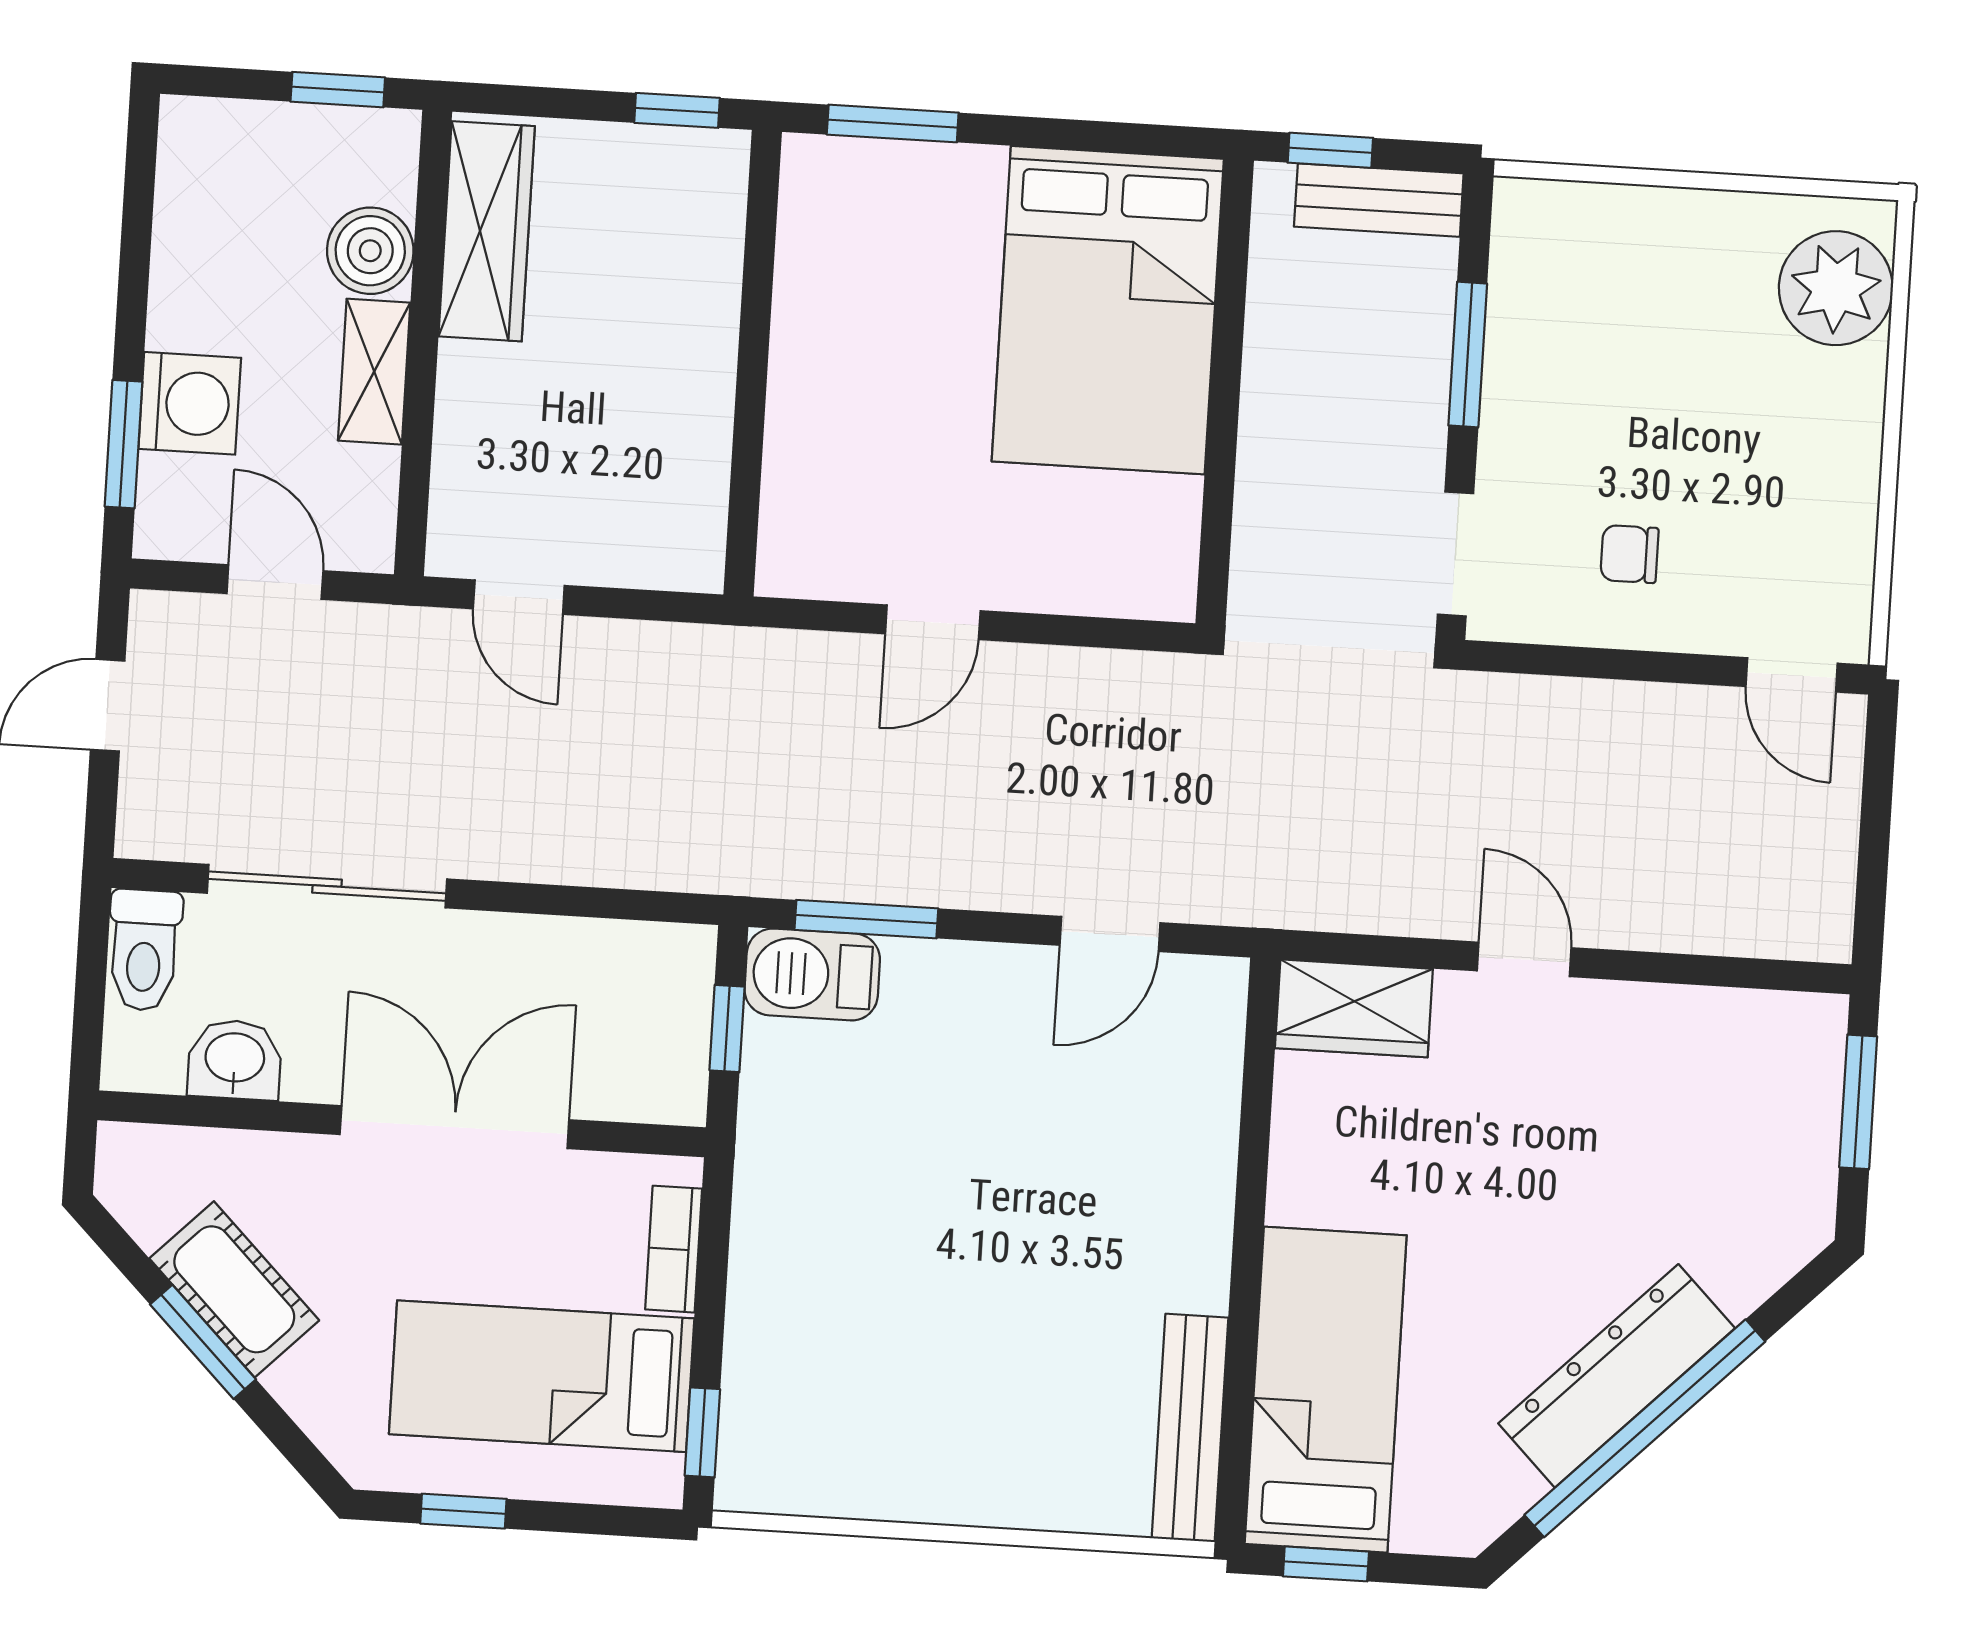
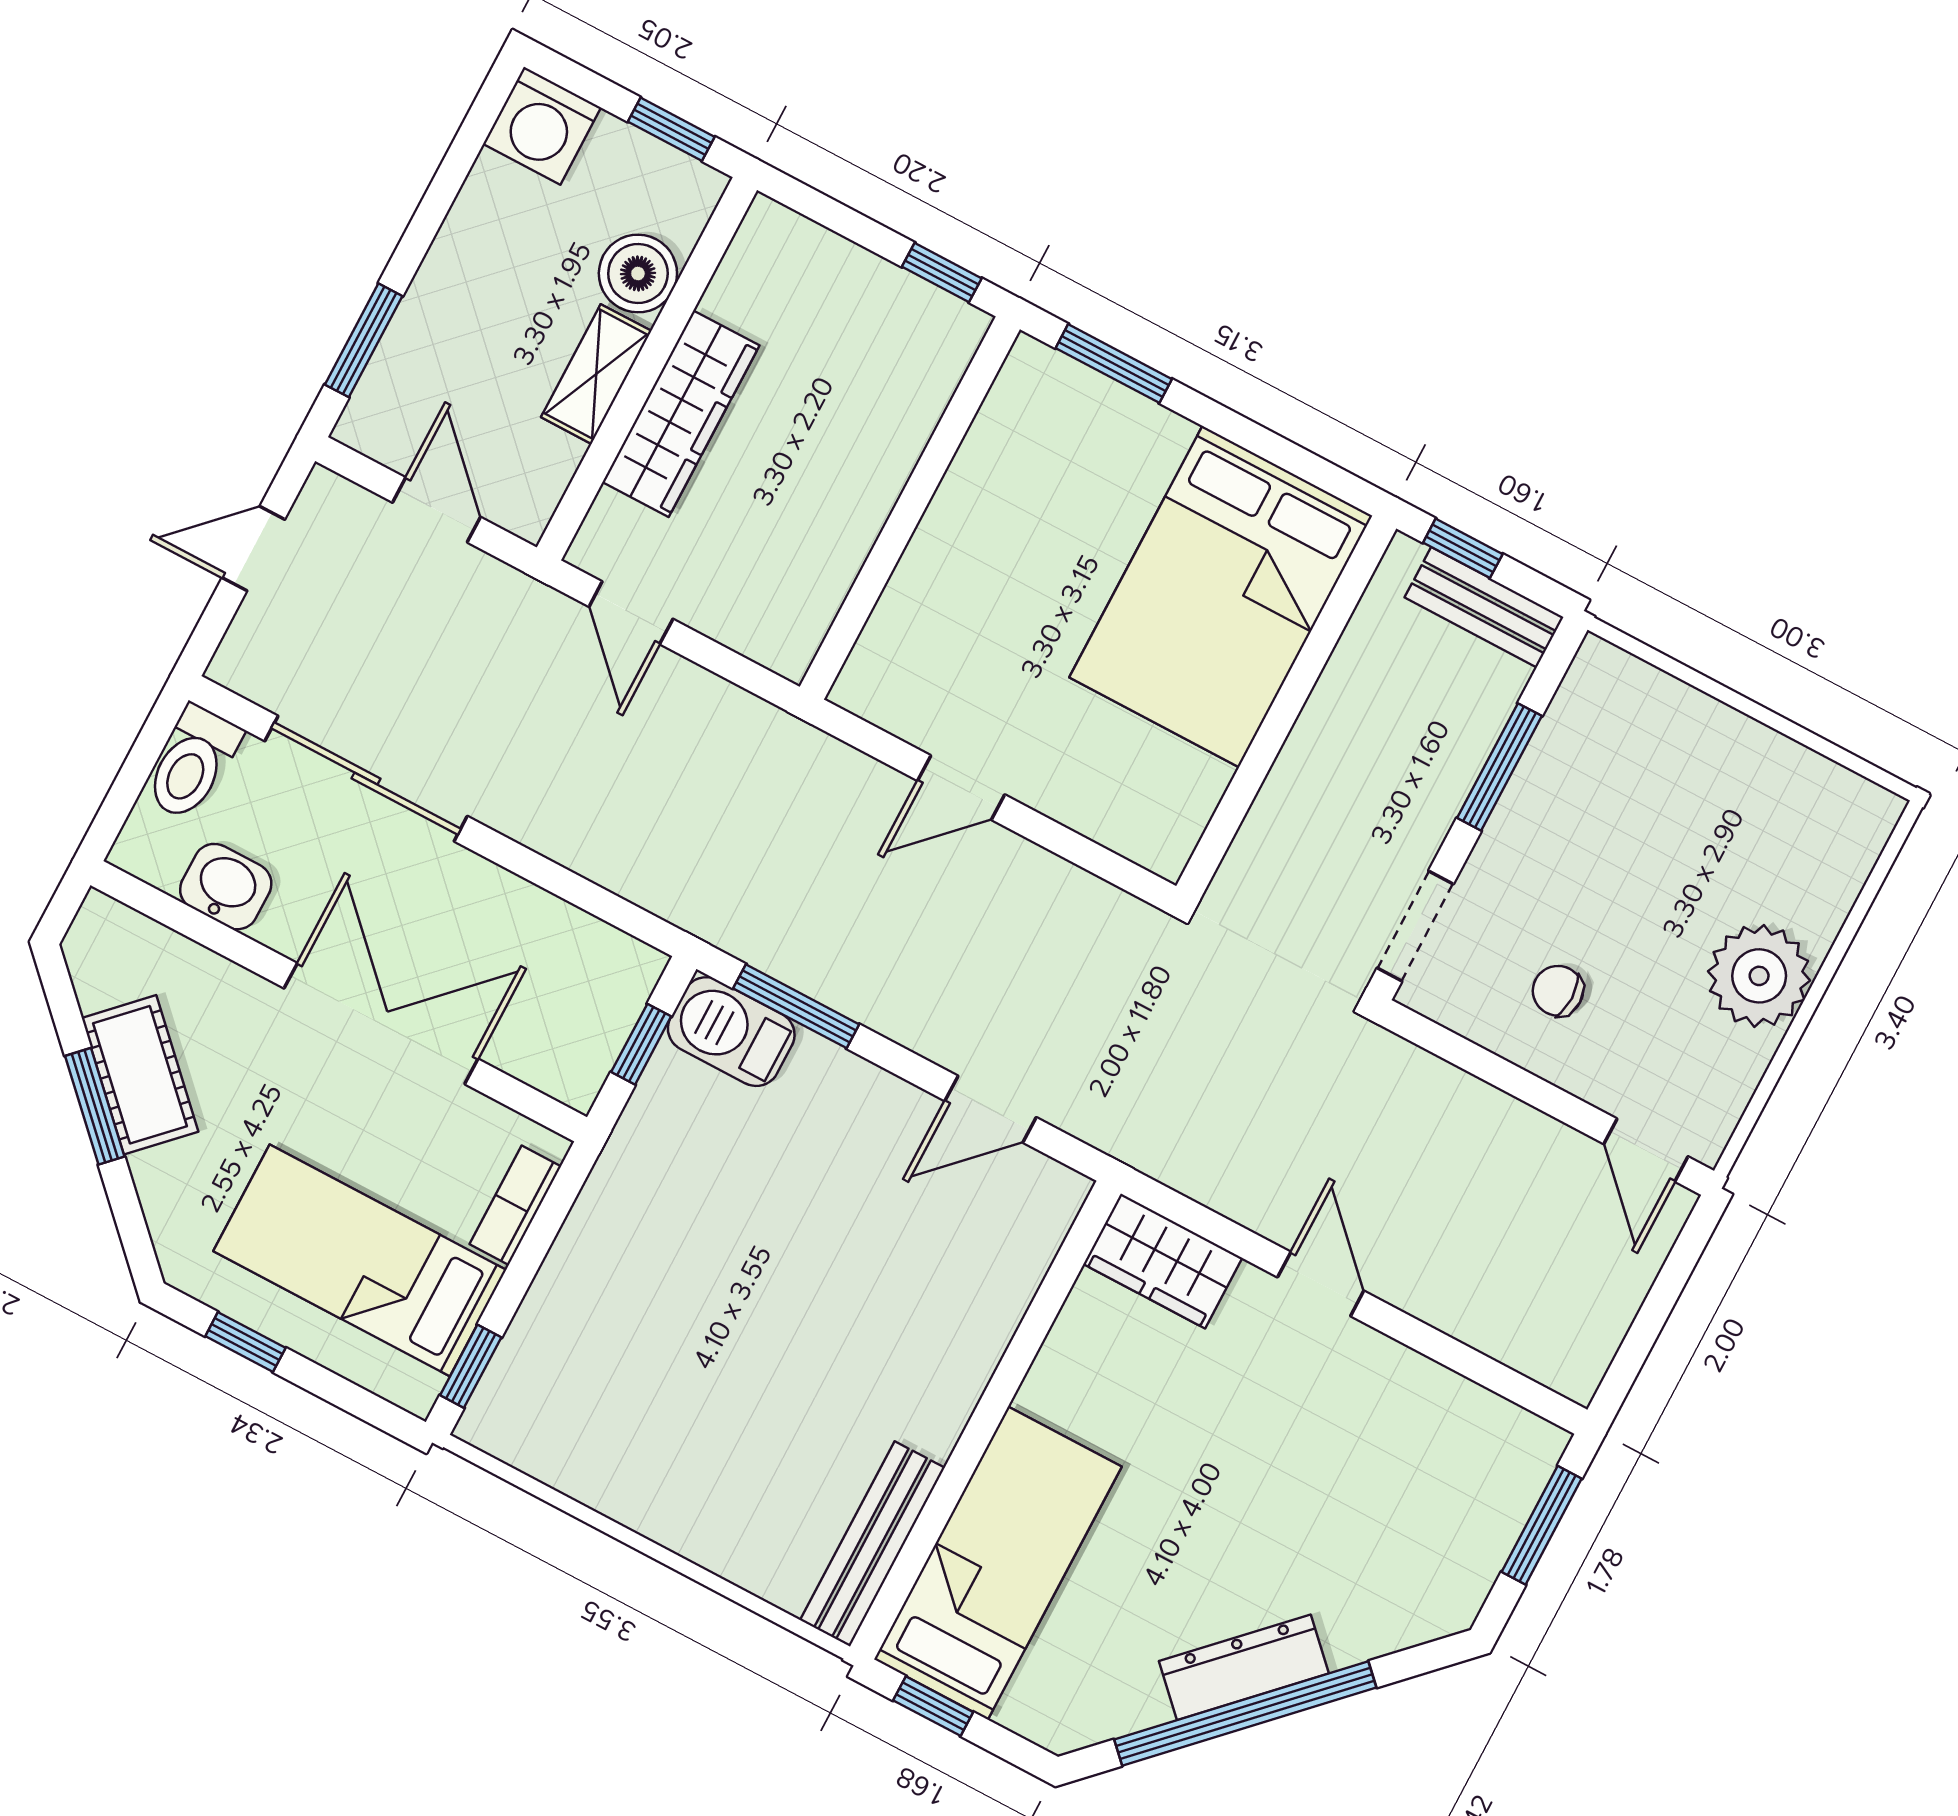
wardrobe: (487, 231) -> (681, 414), moved
plant: (1836, 288) -> (1759, 976), moved
washing machine: (190, 403) -> (542, 126), moved, turned 90
dresser: (1617, 1376) -> (1244, 1667), width x0.73, depth x0.80

